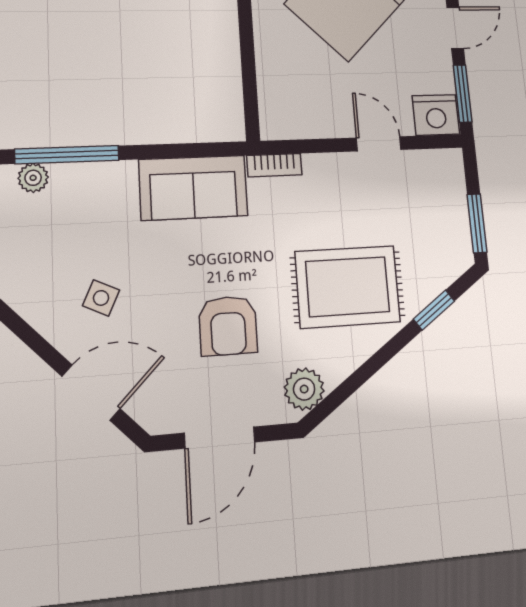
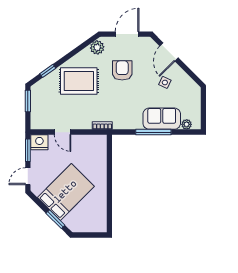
window: (67, 155) -> (153, 132), moved
sofa: (193, 188) -> (162, 119), moved
door: (91, 393) -> (169, 52), hinge flipped

